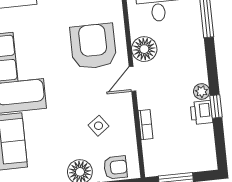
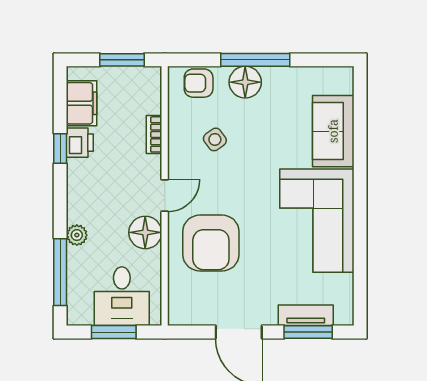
plant: (202, 92) -> (77, 235), moved
filing cabinet: (203, 143) -> (82, 103), added

